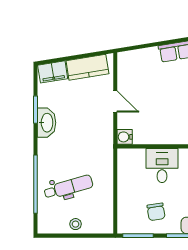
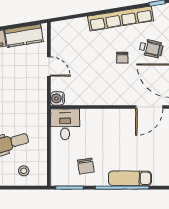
desk: (162, 166) -> (65, 124), moved
stool: (76, 224) -> (24, 171), moved

